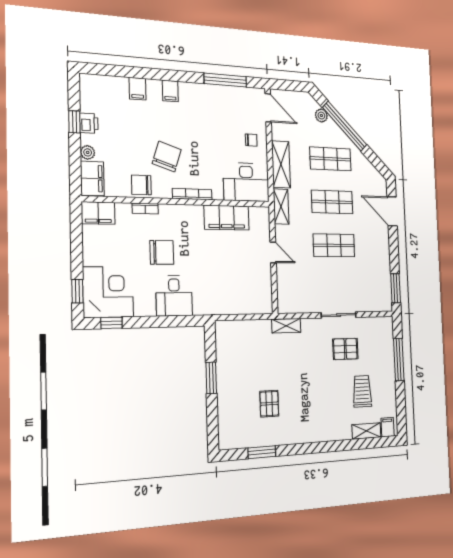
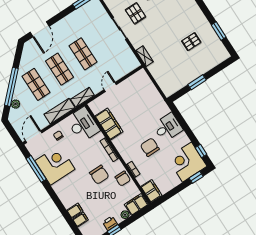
filing cabinet: (170, 91) -> (81, 220), moved
corner desk: (216, 108) -> (55, 165), added
chair: (167, 157) -> (99, 175), turned -108

